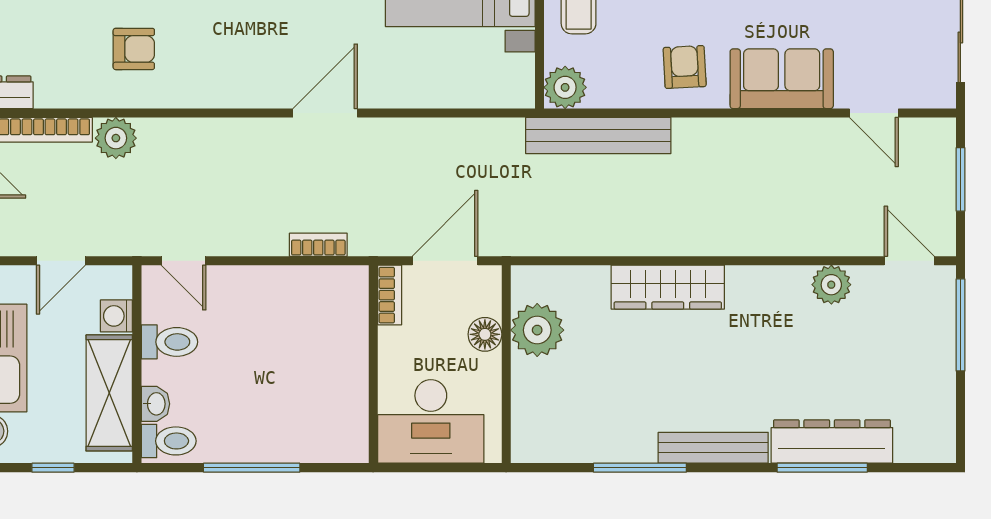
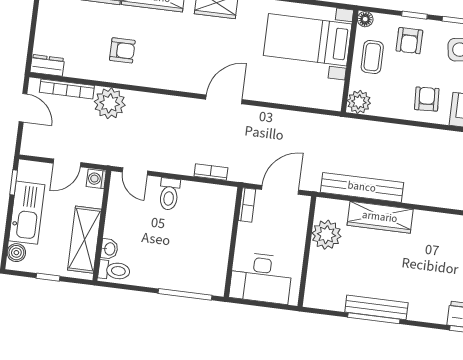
bench: (598, 136) -> (362, 187), moved
plant: (116, 138) -> (110, 103), width x1.36, depth x1.36
wardrobe: (668, 287) -> (380, 217), moved
washing machine: (116, 316) -> (96, 179), moved
floor lamp: (485, 334) -> (297, 233), removed
toilet: (169, 342) -> (169, 194), moved, turned 90
bench: (713, 448) -> (376, 307), moved
window: (252, 468) -> (185, 294), moved

